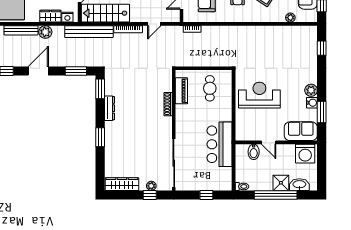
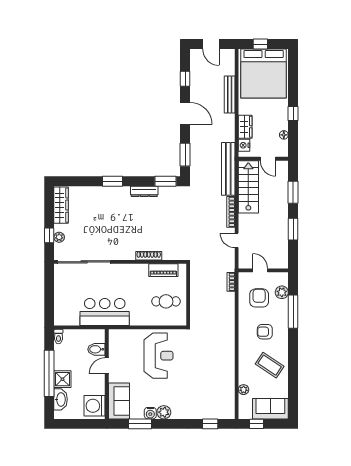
plant: (45, 32) -> (228, 121), removed
window: (206, 195) -> (49, 298), removed

